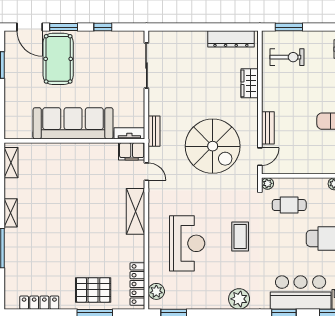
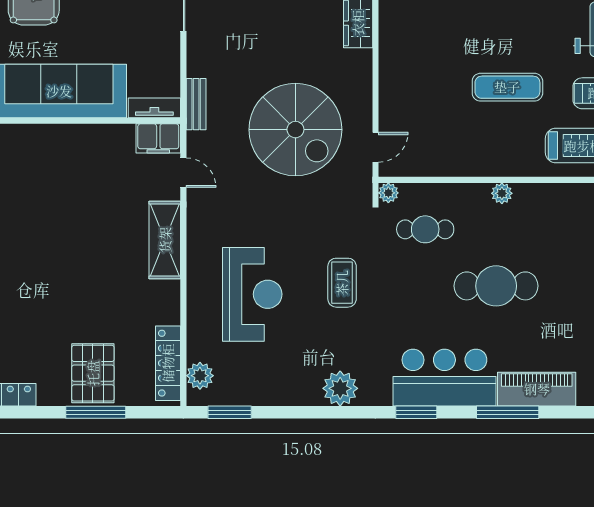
bench: (268, 128) -> (389, 99), removed
pallet: (93, 290) -> (93, 373), turned 90

